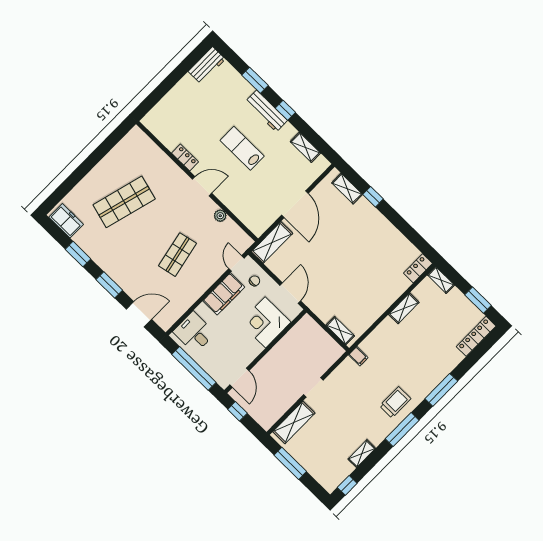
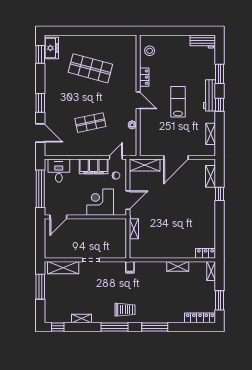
stool: (164, 127) -> (150, 51), added
window: (78, 254) -> (40, 54), moved
shelving: (340, 331) -> (134, 229), moved
window: (237, 411) -> (40, 233), removed

